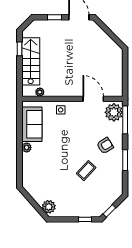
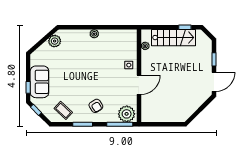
door: (93, 99) -> (139, 85), moved
sofa: (32, 124) -> (39, 82), moved, turned -90
coffee table: (86, 171) -> (63, 110), moved
plant: (49, 207) -> (55, 41), moved

